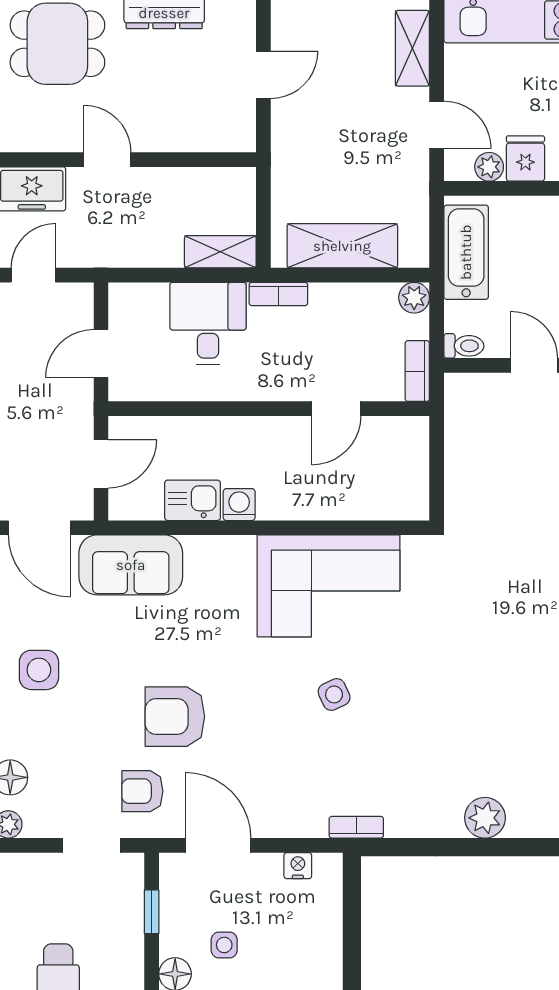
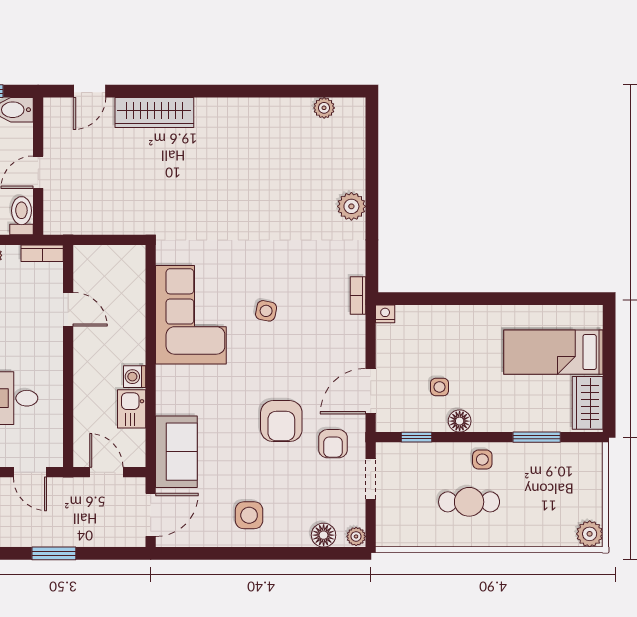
toilet: (464, 346) -> (21, 216), width x1.37, depth x1.39
side table: (334, 694) -> (266, 311), turned 36
nightstand: (298, 866) -> (385, 314), moved, turned 90

